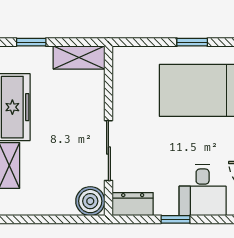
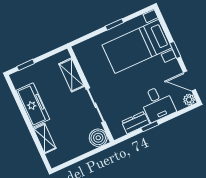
shelving: (79, 57) -> (72, 75), moved, turned 90
dresser: (133, 204) -> (136, 123), moved

